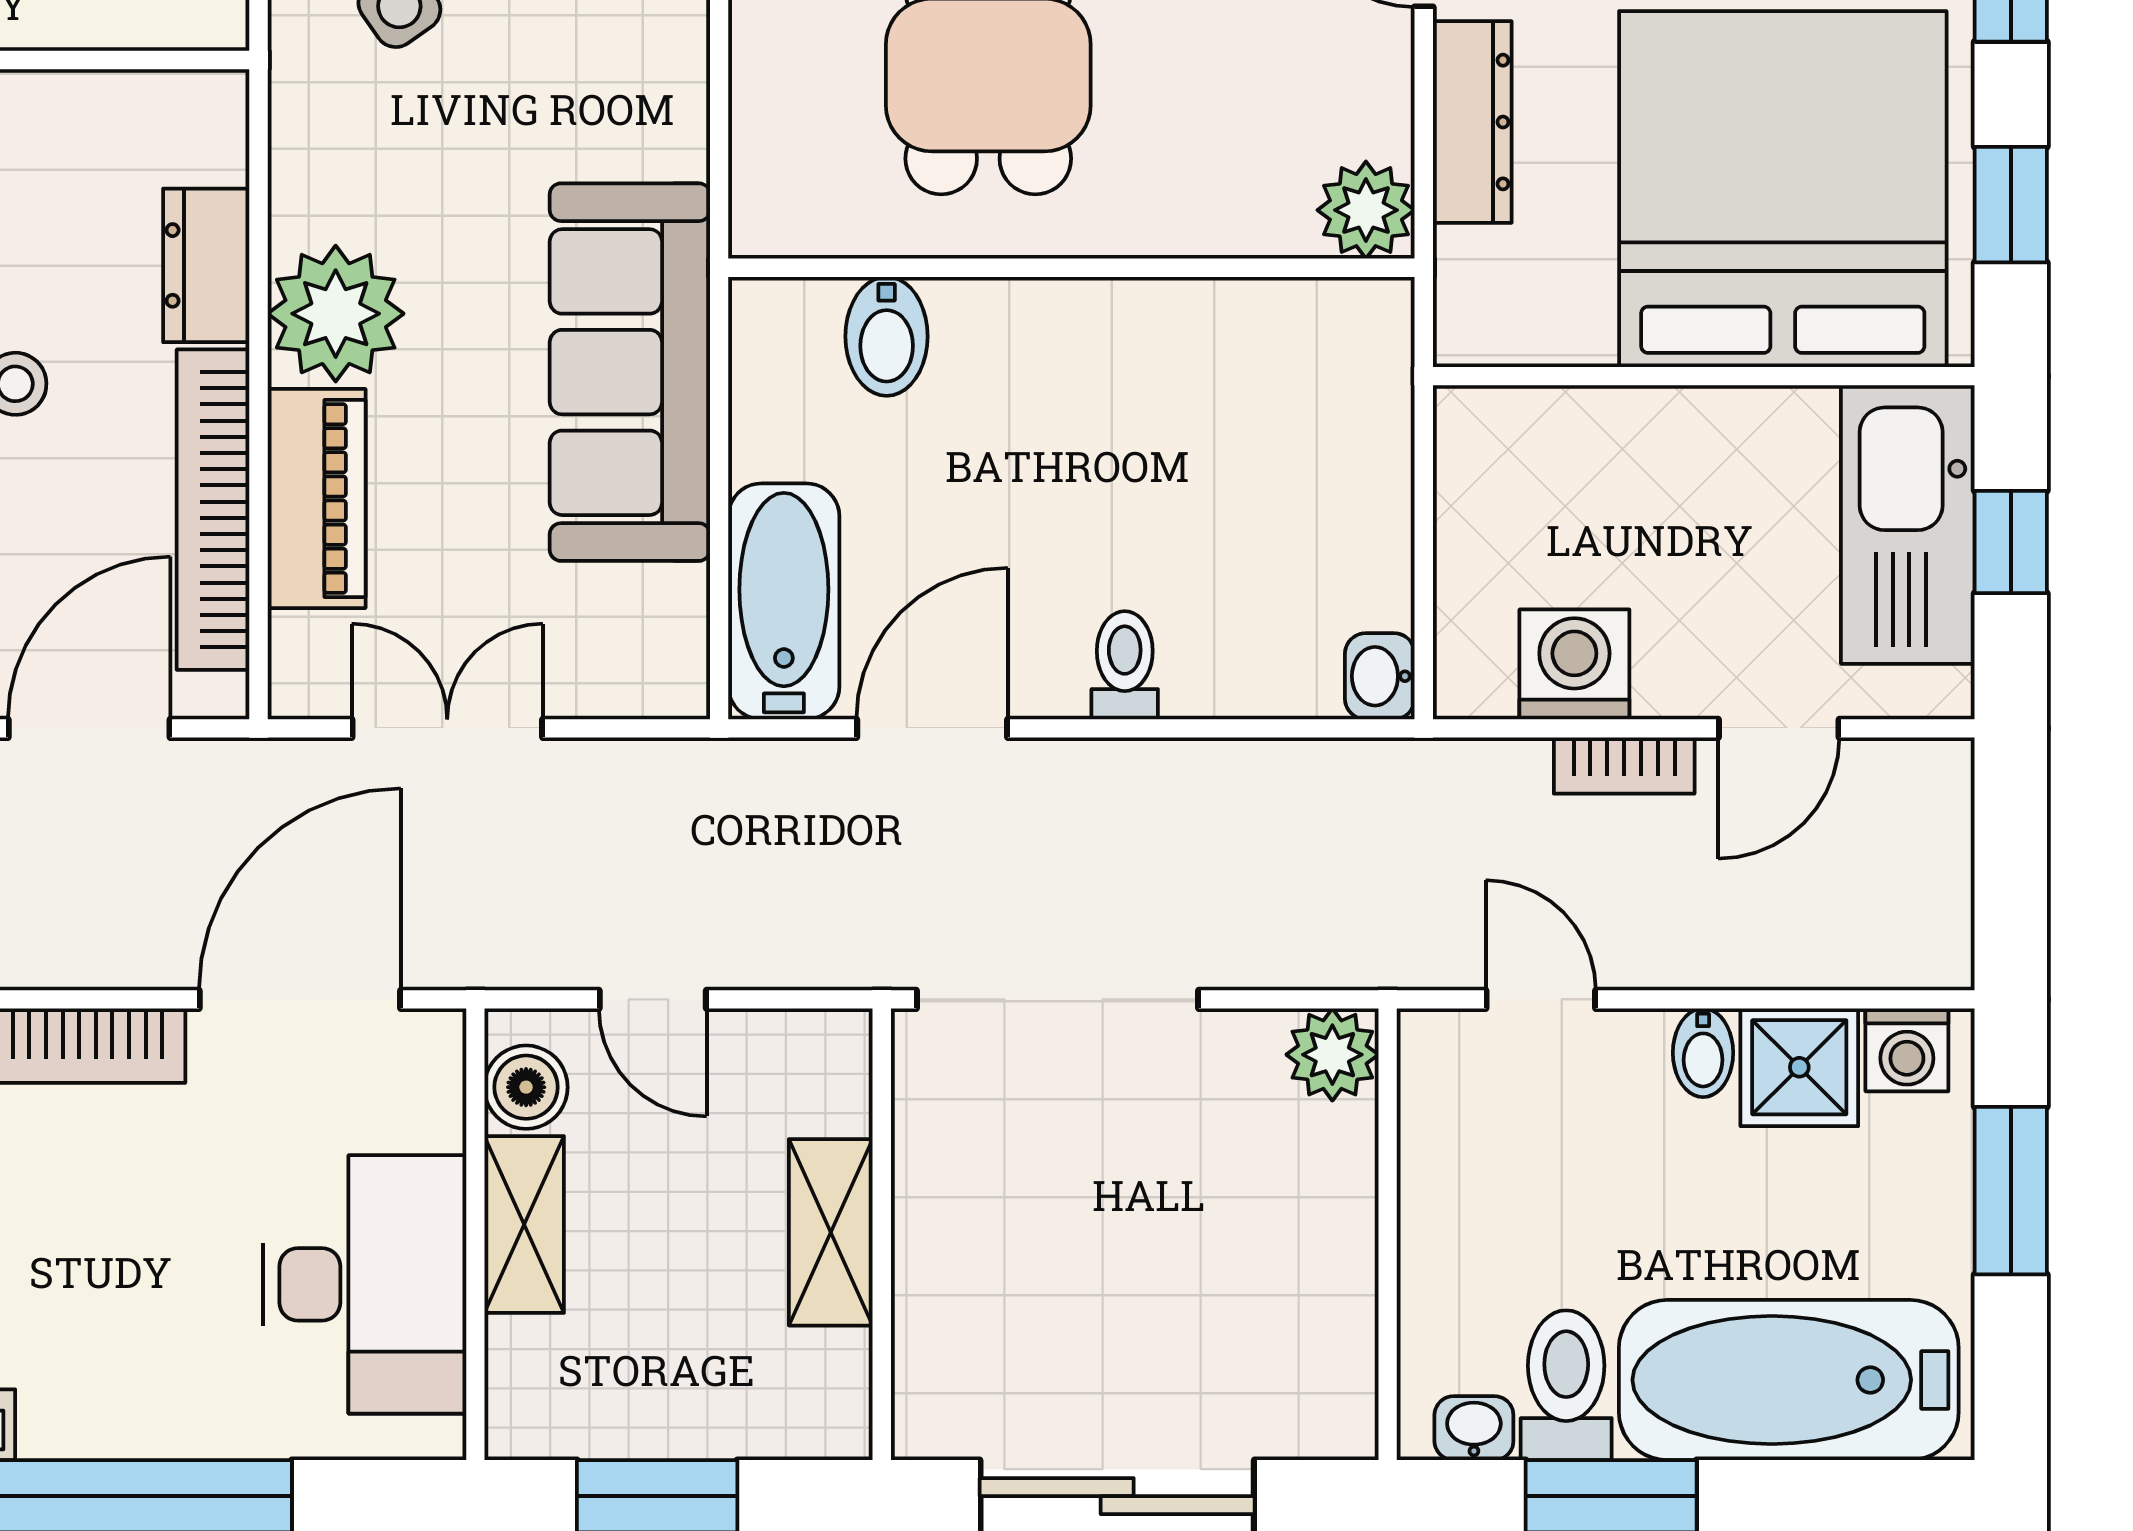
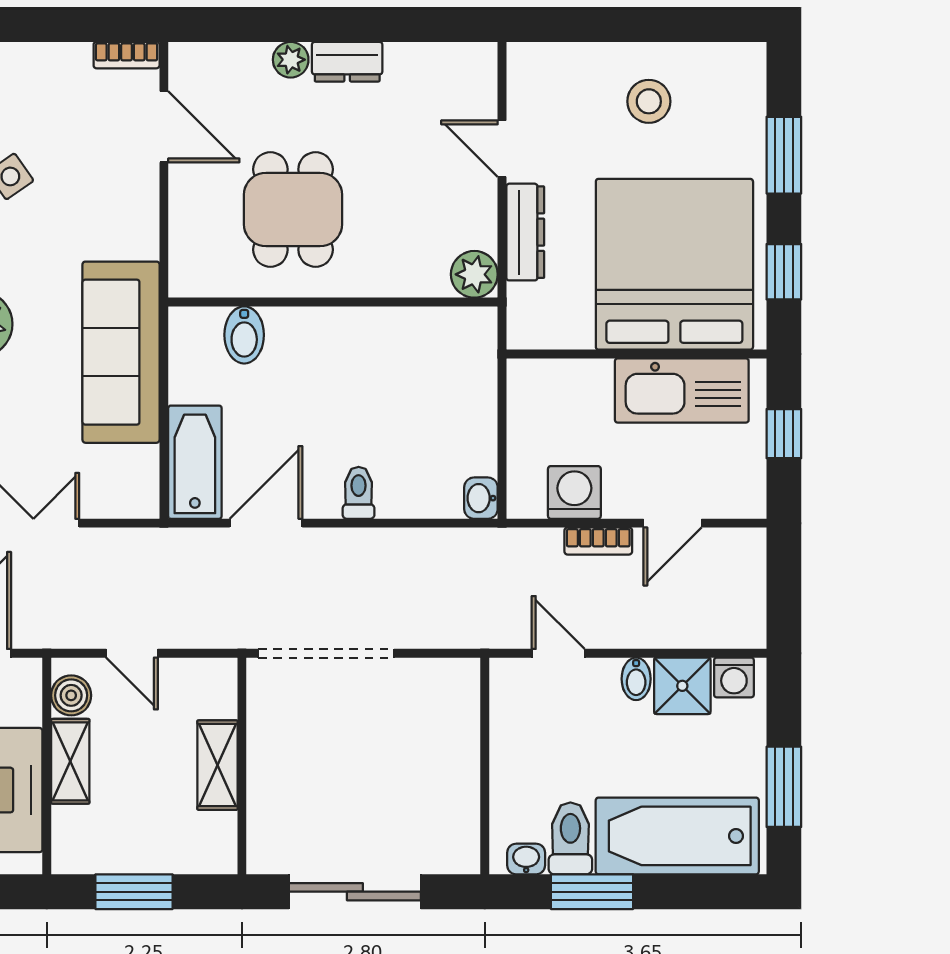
kitchen sink: (1908, 524) -> (682, 391), moved, turned -90
plant: (1332, 1055) -> (458, 680), removed
window: (2011, 1191) -> (784, 787), moved

